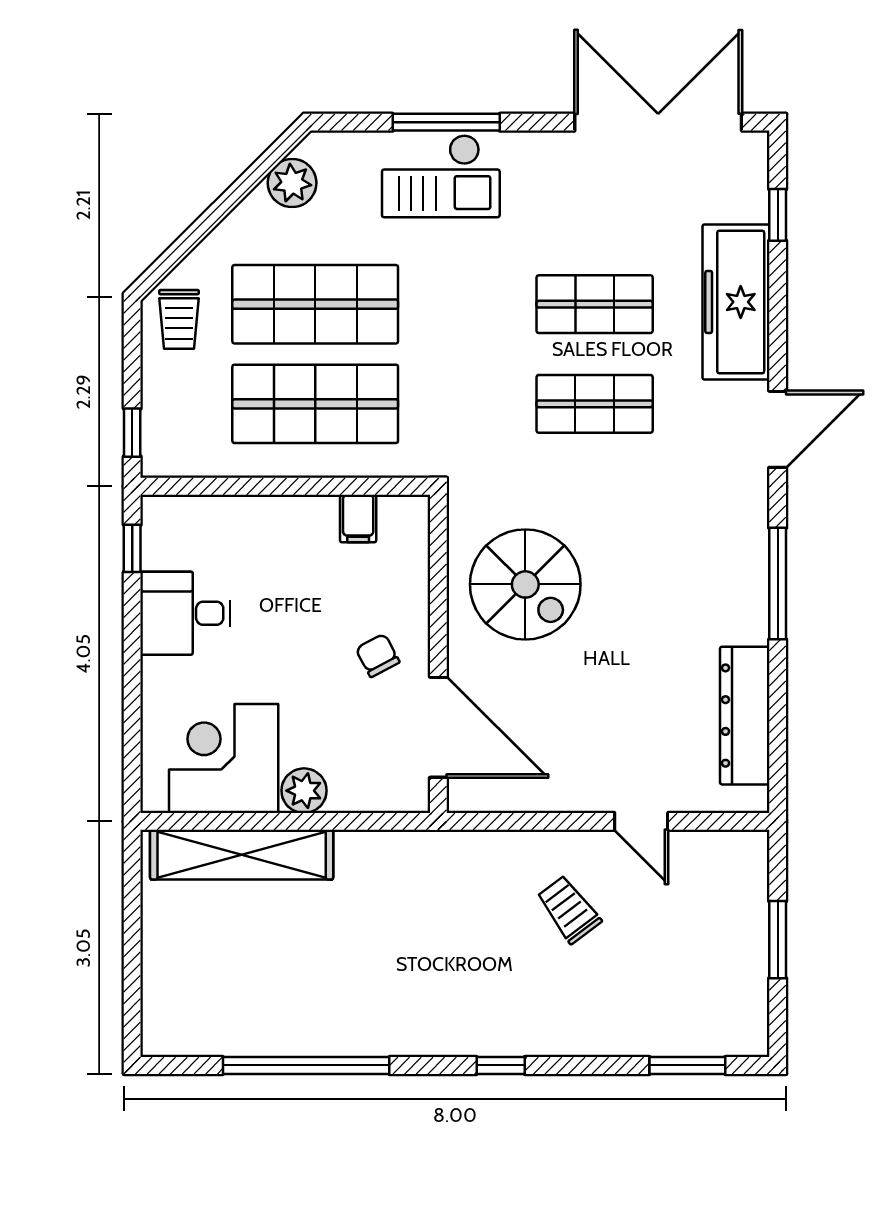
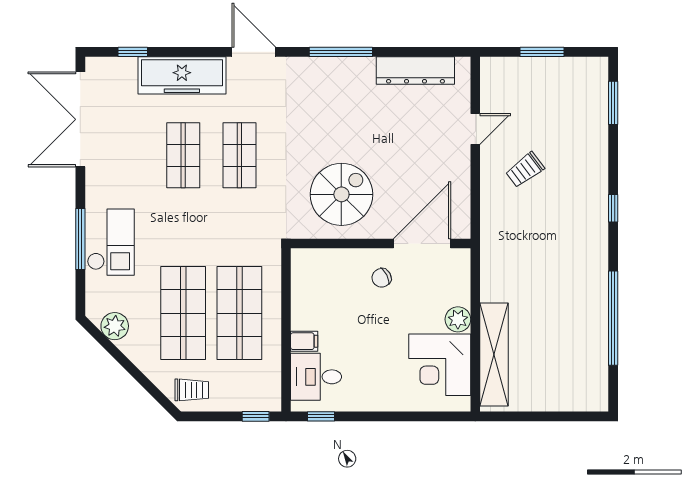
filing cabinet: (358, 518) -> (304, 341), moved
desk: (185, 613) -> (316, 377), moved, turned 90

